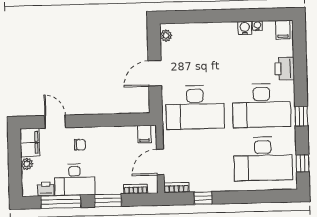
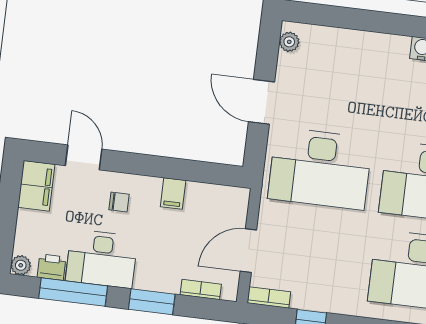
door: (155, 73) -> (261, 102), hinge flipped
filing cabinet: (144, 134) -> (173, 194), moved
plant: (27, 164) -> (21, 265), moved

